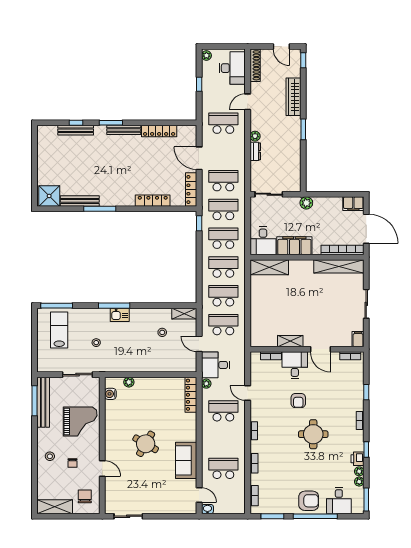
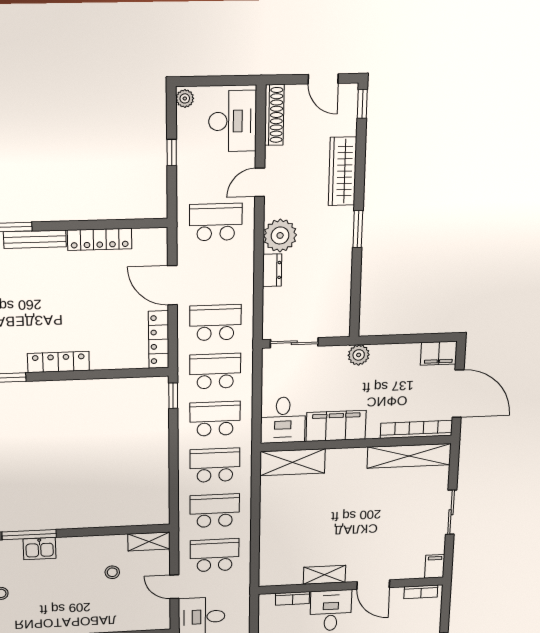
plant: (255, 136) -> (280, 235), width x1.87, depth x1.87
locker: (153, 201) -> (58, 362), moved

